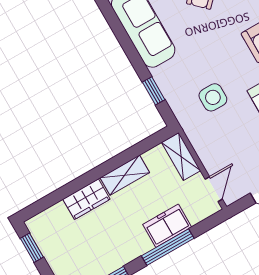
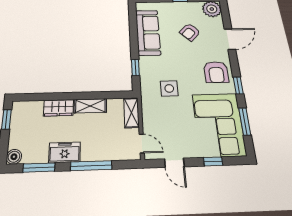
door: (214, 189) -> (142, 144), hinge flipped
freezer: (167, 226) -> (65, 152), moved

